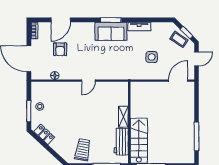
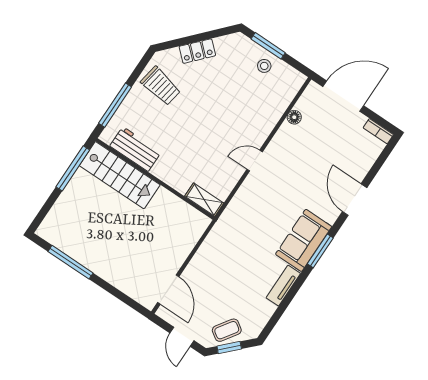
door: (61, 20) -> (355, 200), moved
armchair: (60, 49) -> (327, 150), removed
side table: (152, 57) -> (228, 274), removed
door: (88, 81) -> (255, 161), hinge flipped
shelving: (123, 117) -> (204, 200), moved
locker: (44, 134) -> (197, 51), moved

